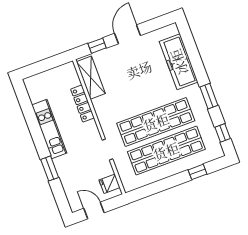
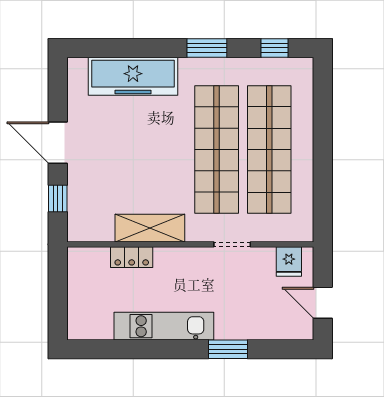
shelving: (91, 78) -> (150, 228), moved
locker: (82, 104) -> (132, 257), width x0.66
window: (198, 172) -> (323, 112), removed
door: (94, 210) -> (323, 303), hinge flipped

